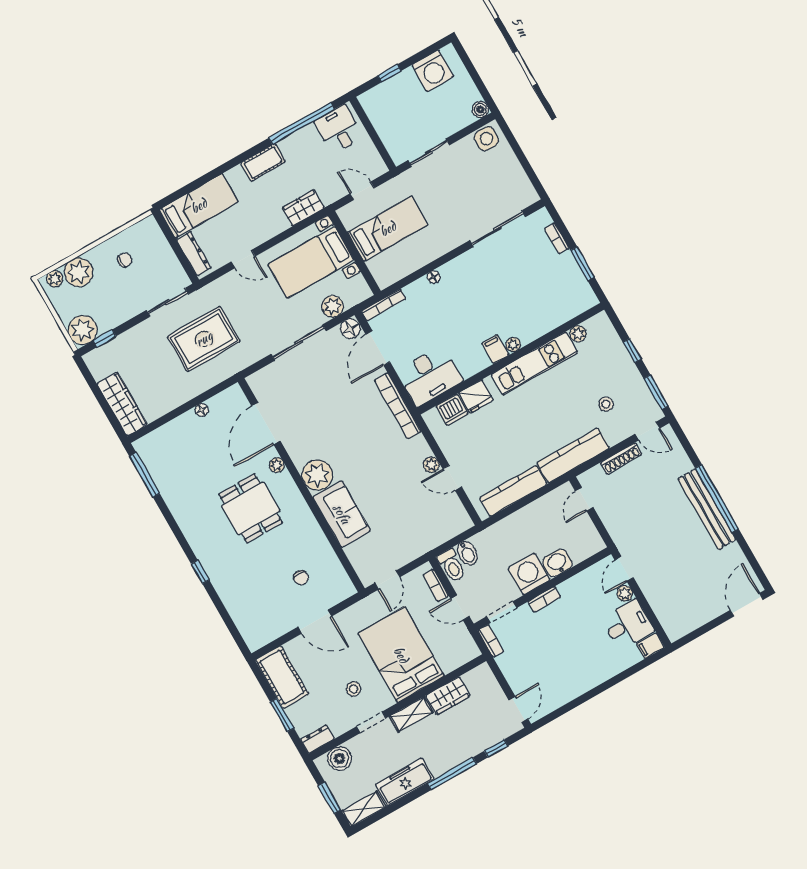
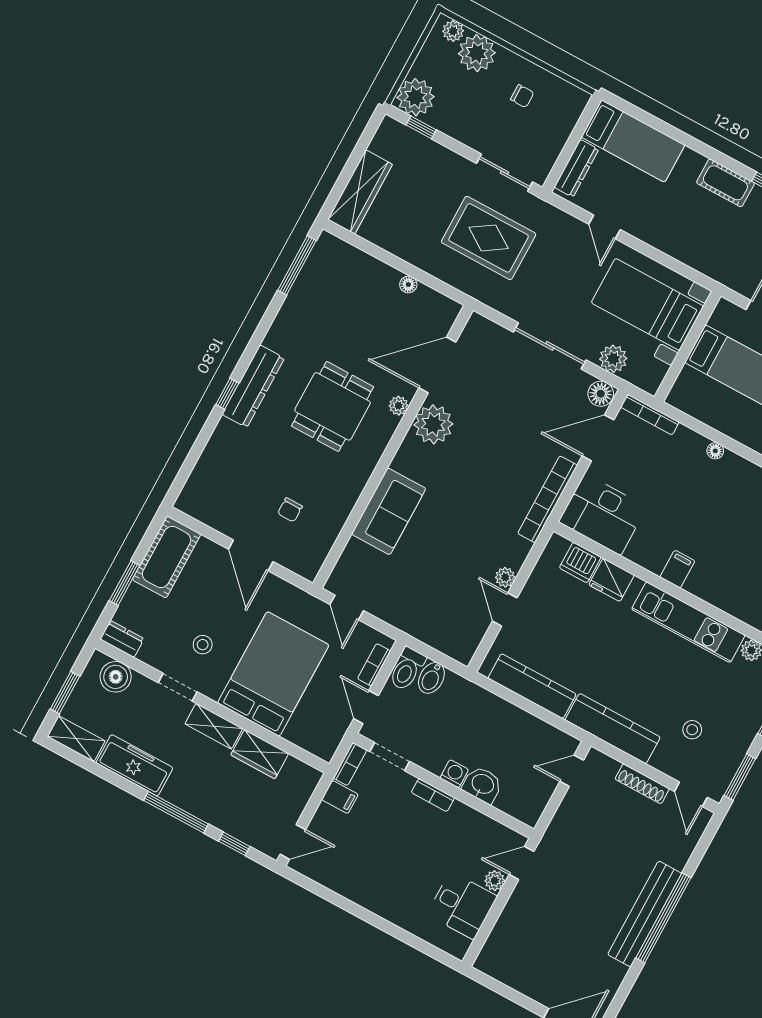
wardrobe: (303, 208) -> (703, 259), removed
plant: (513, 345) -> (695, 586), removed
plant: (317, 475) -> (433, 424), moved
dresser: (206, 552) -> (253, 386), added
washing machine: (529, 574) -> (454, 774), width x0.53, depth x0.53
door: (387, 580) -> (347, 607), hinge flipped
filing cabinet: (650, 646) -> (340, 797), moved, turned 180

